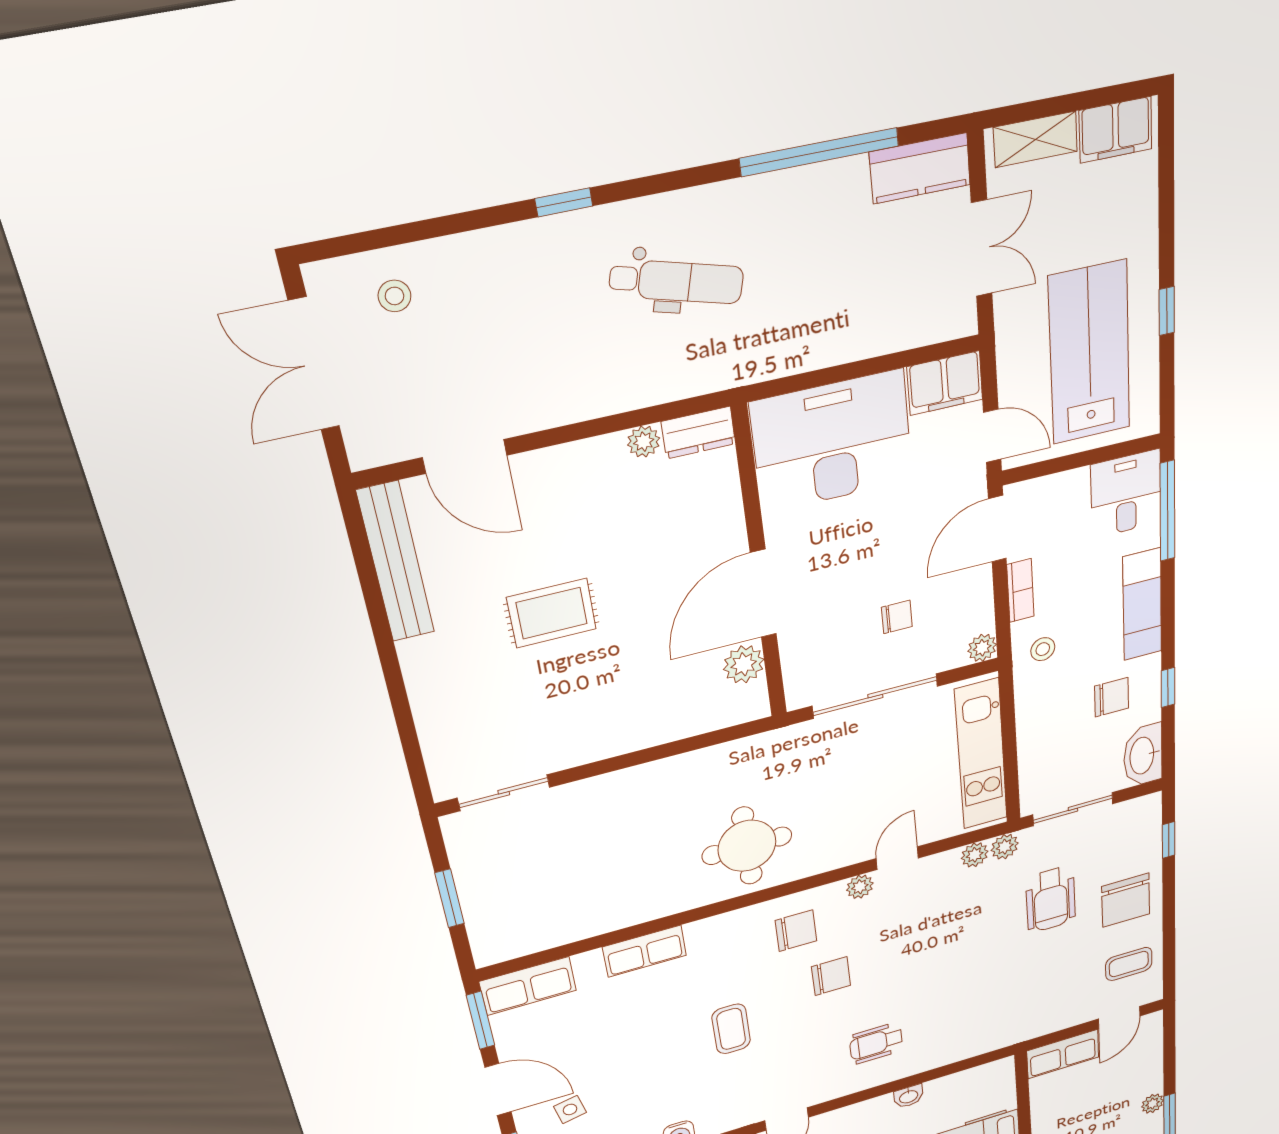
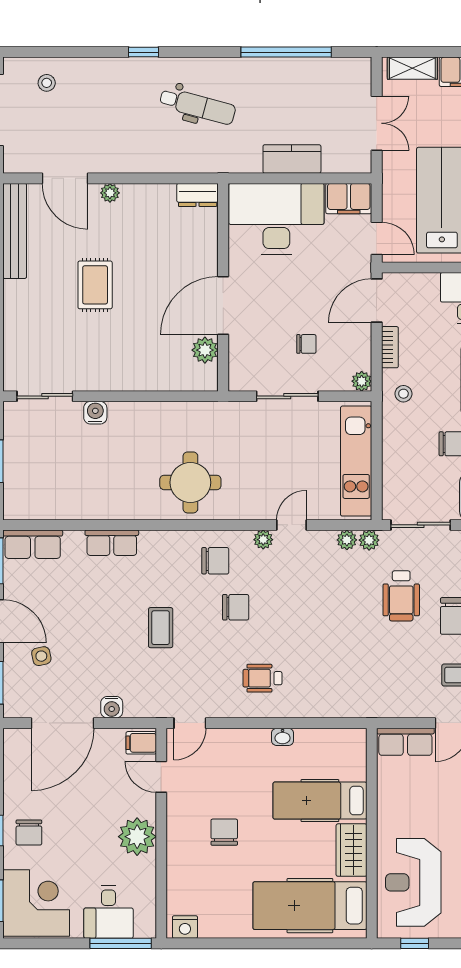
kitchen counter: (920, 168) -> (292, 159), moved, turned 180
plant: (644, 442) -> (110, 193), moved
rug: (552, 613) -> (95, 285), turned 90
sliding door: (875, 696) -> (287, 396), width x0.73
water cooler: (588, 794) -> (95, 413), added

